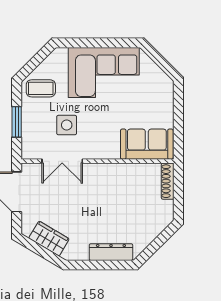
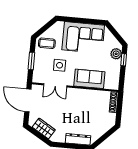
plant: (164, 96) -> (116, 54), added
window: (178, 105) -> (124, 60), added
sofa: (147, 144) -> (89, 79), moved

